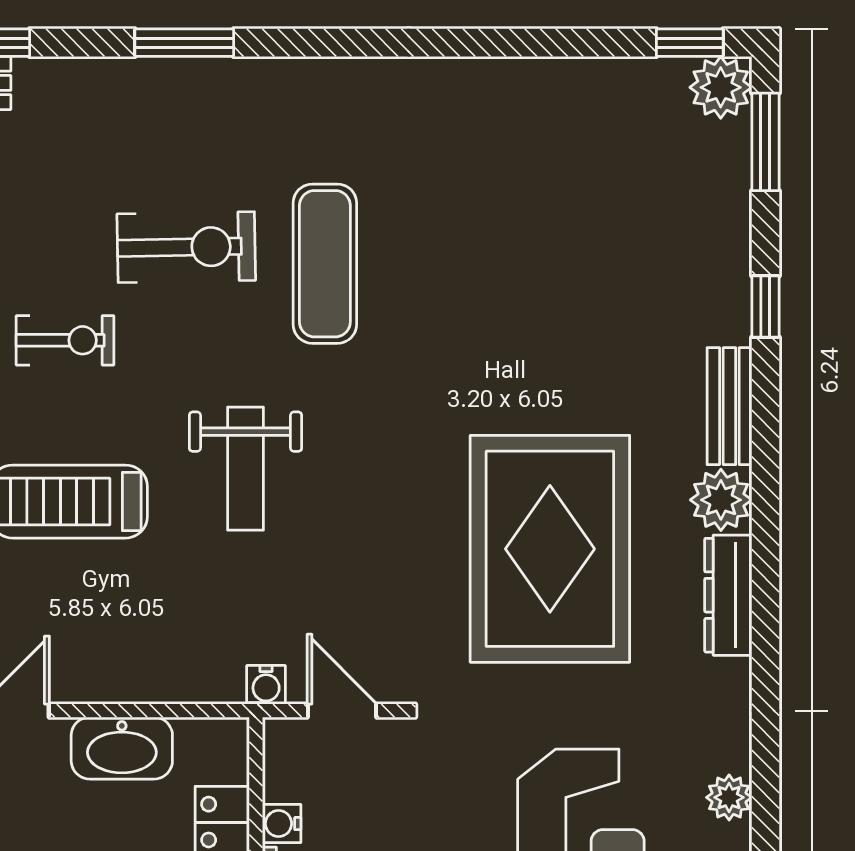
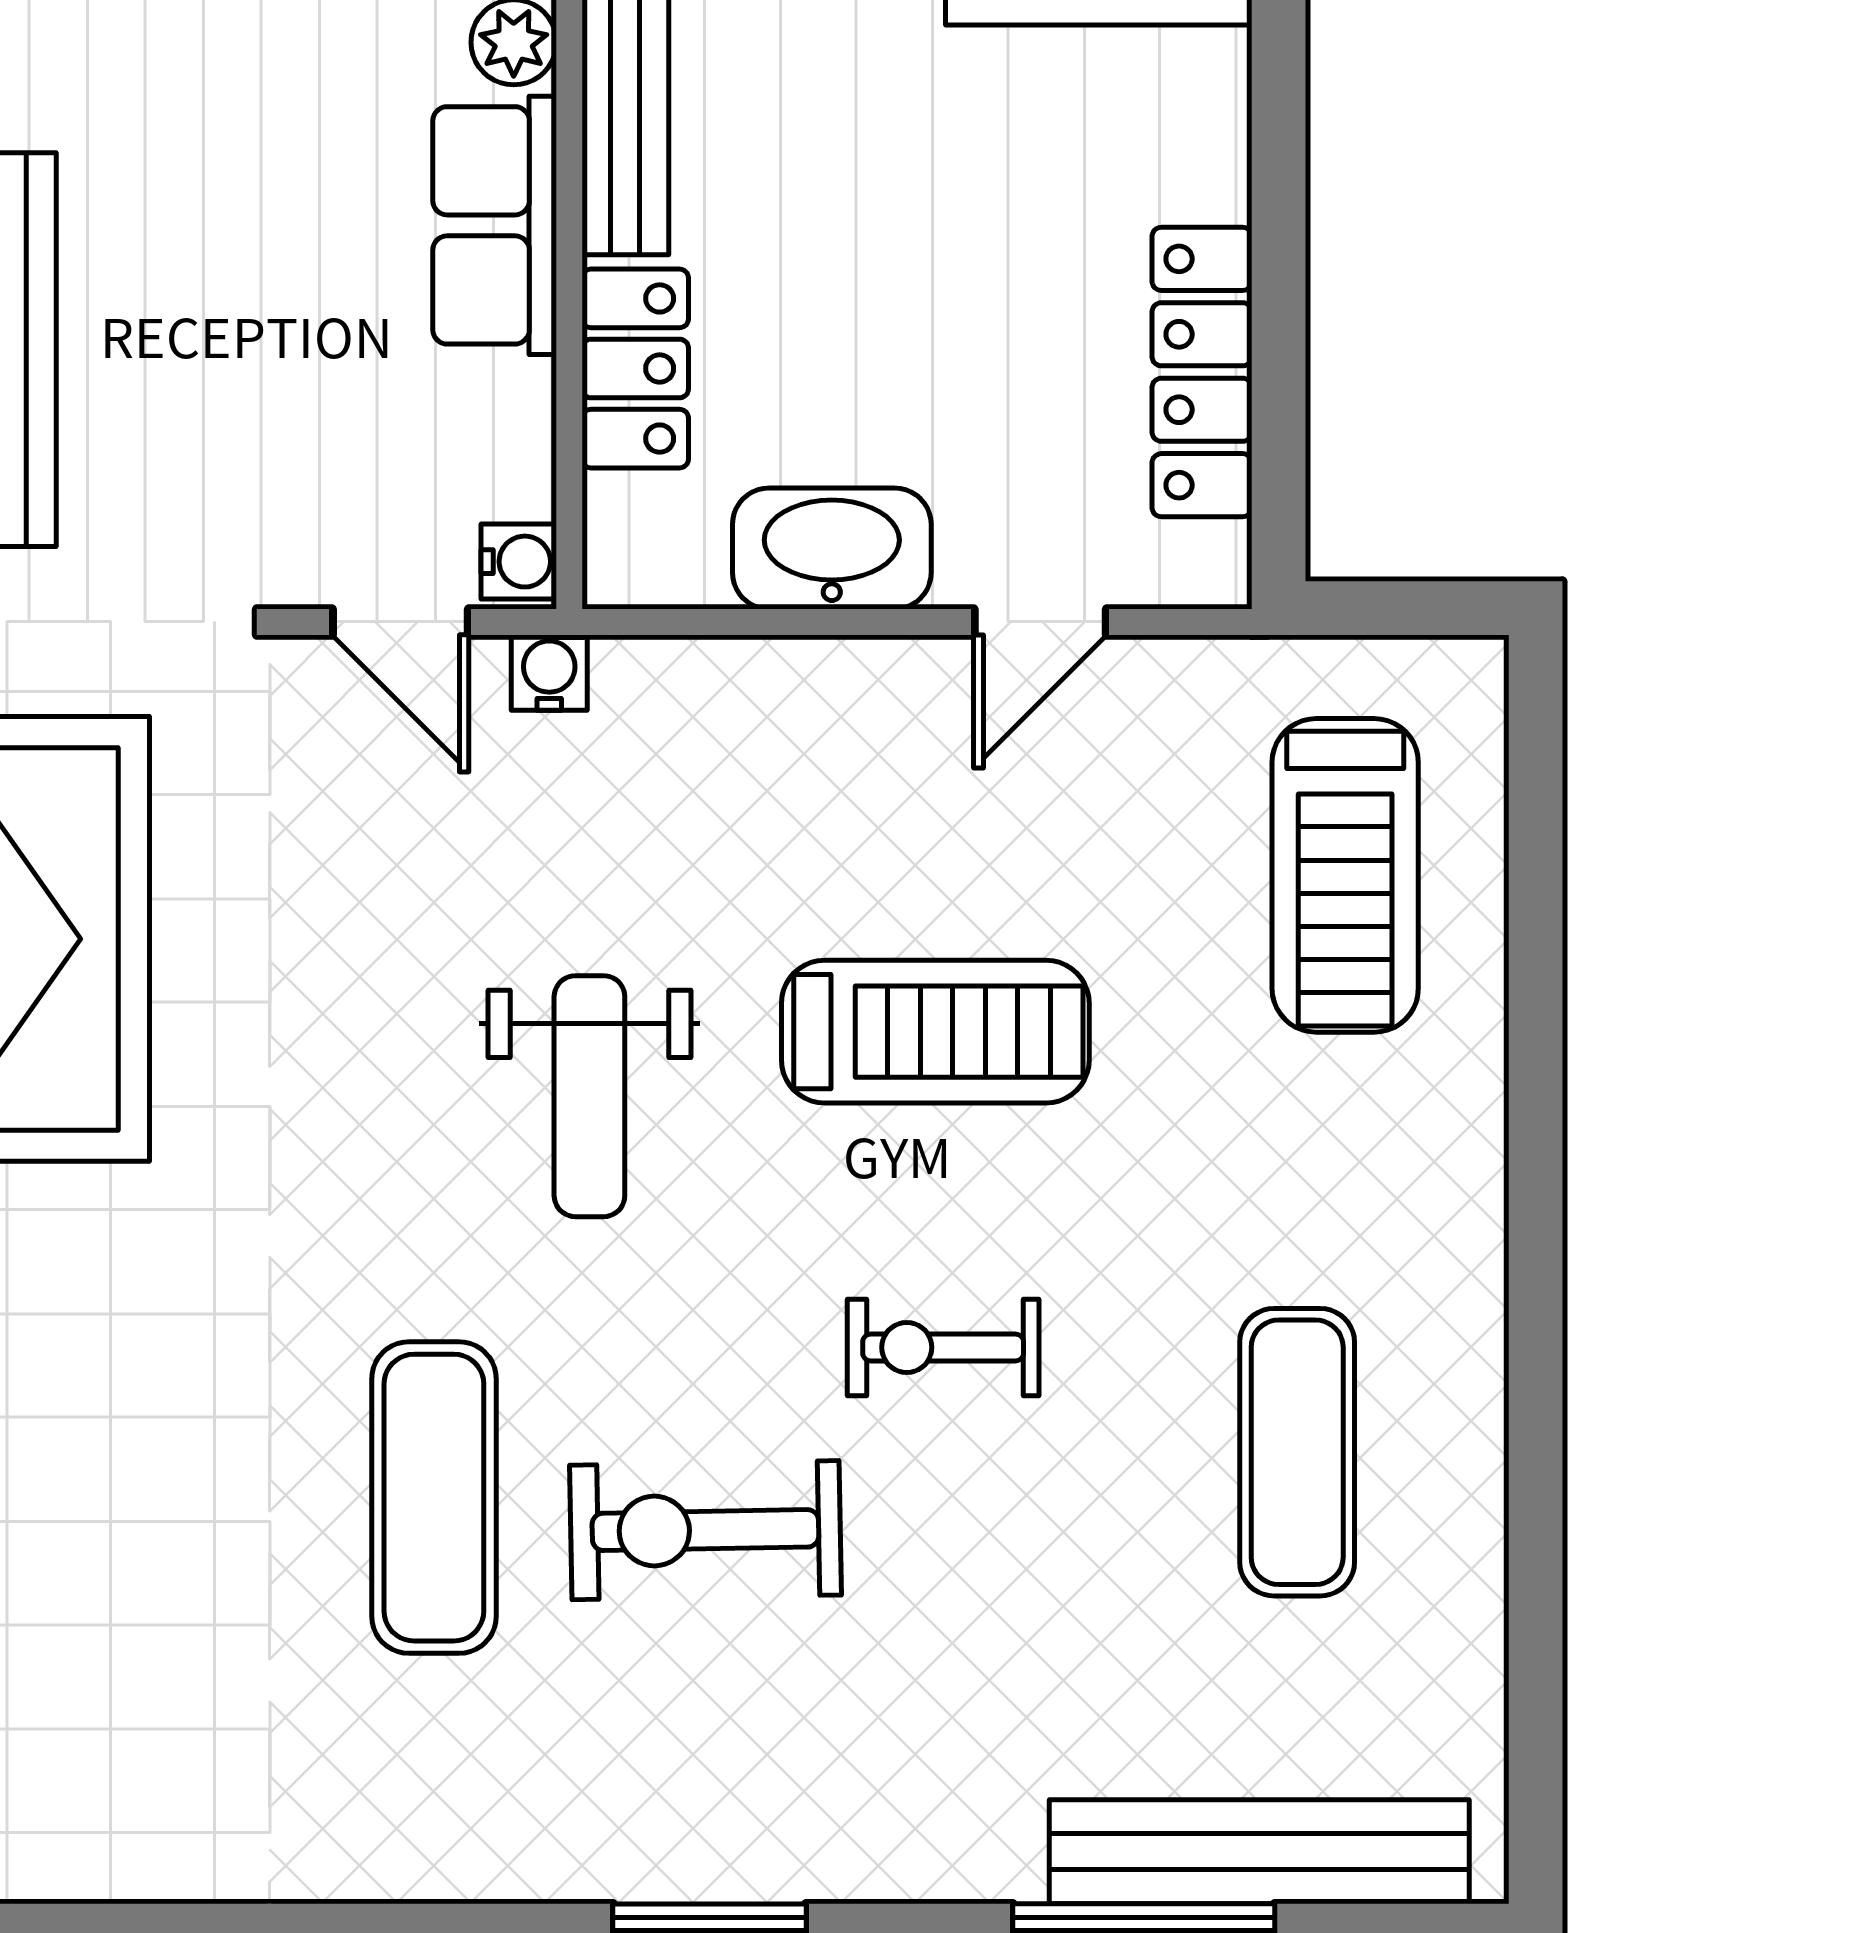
weight bench: (246, 469) -> (589, 1096), turned 180
water cooler: (282, 824) -> (519, 562), moved

